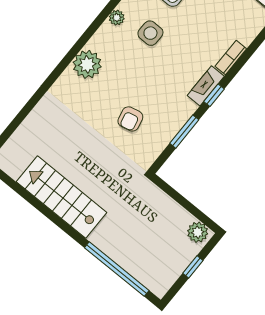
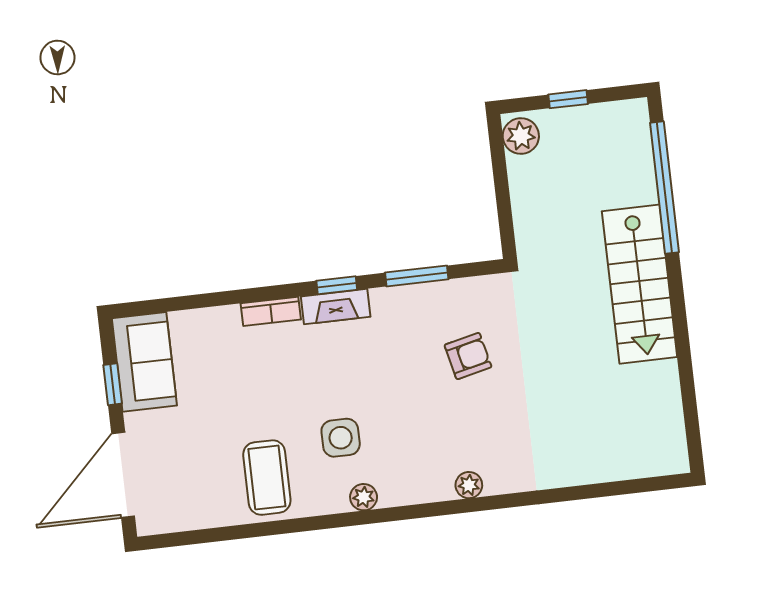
plant: (87, 64) -> (469, 485), width x0.53, depth x0.53
stairs: (62, 197) -> (640, 284), moved

